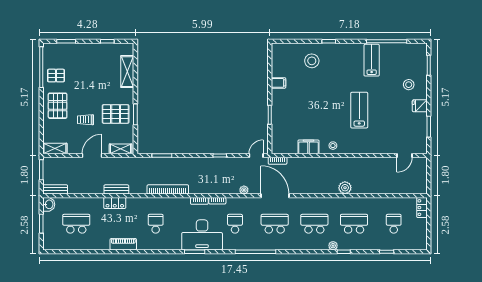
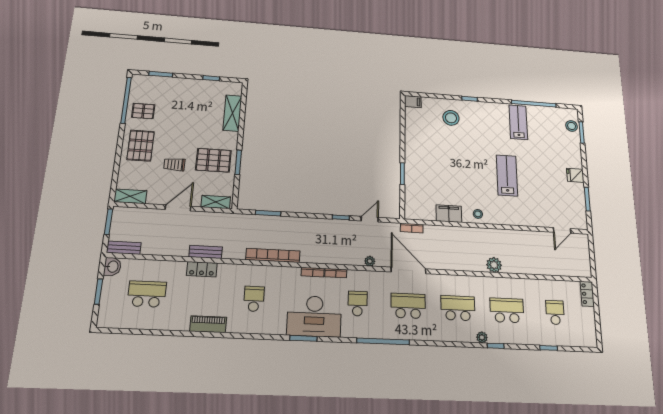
filing cabinet: (279, 83) -> (413, 102), moved
stool: (409, 85) -> (572, 126), moved
door: (256, 155) -> (370, 219), moved

